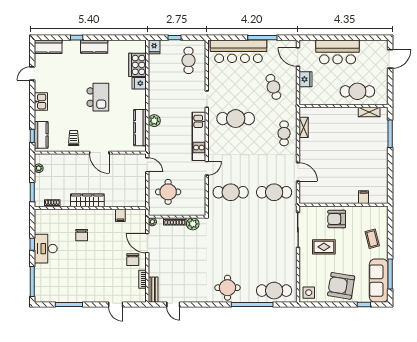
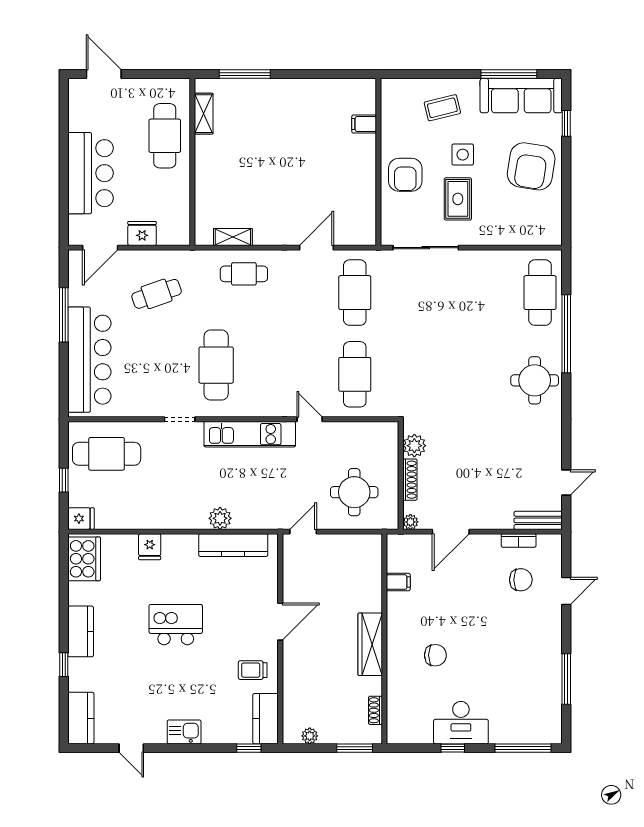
cafe table: (189, 60) -> (107, 454), width x1.37, depth x1.35
cooker: (137, 65) -> (84, 559), moved, turned -90
kitchen counter: (41, 135) -> (266, 719), moved, turned -90
chair: (133, 260) -> (521, 580), moved
side table: (309, 293) -> (463, 155), moved

